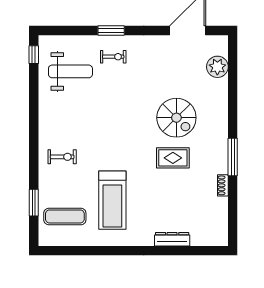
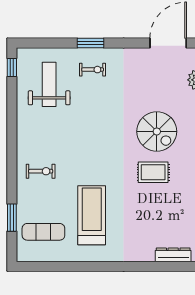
weight bench: (70, 71) -> (49, 84), turned -90
treadmill: (112, 200) -> (92, 215), turned 180
dresser: (172, 239) -> (173, 255), moved

